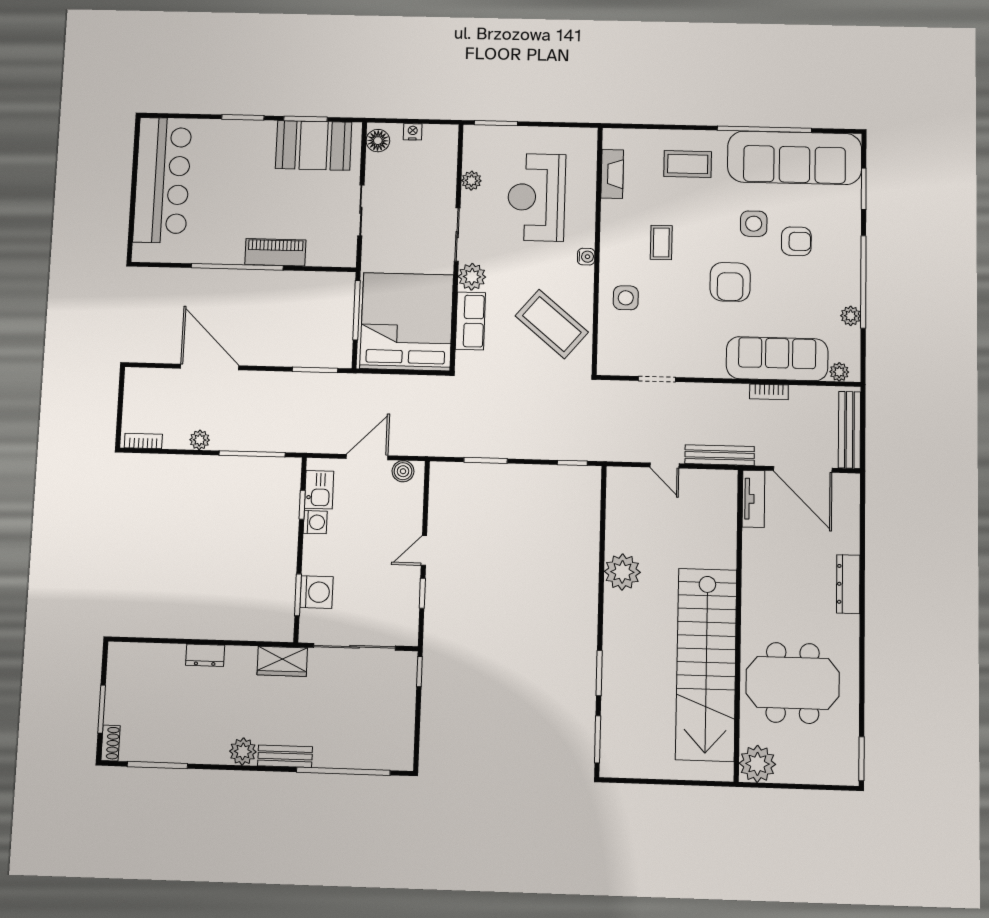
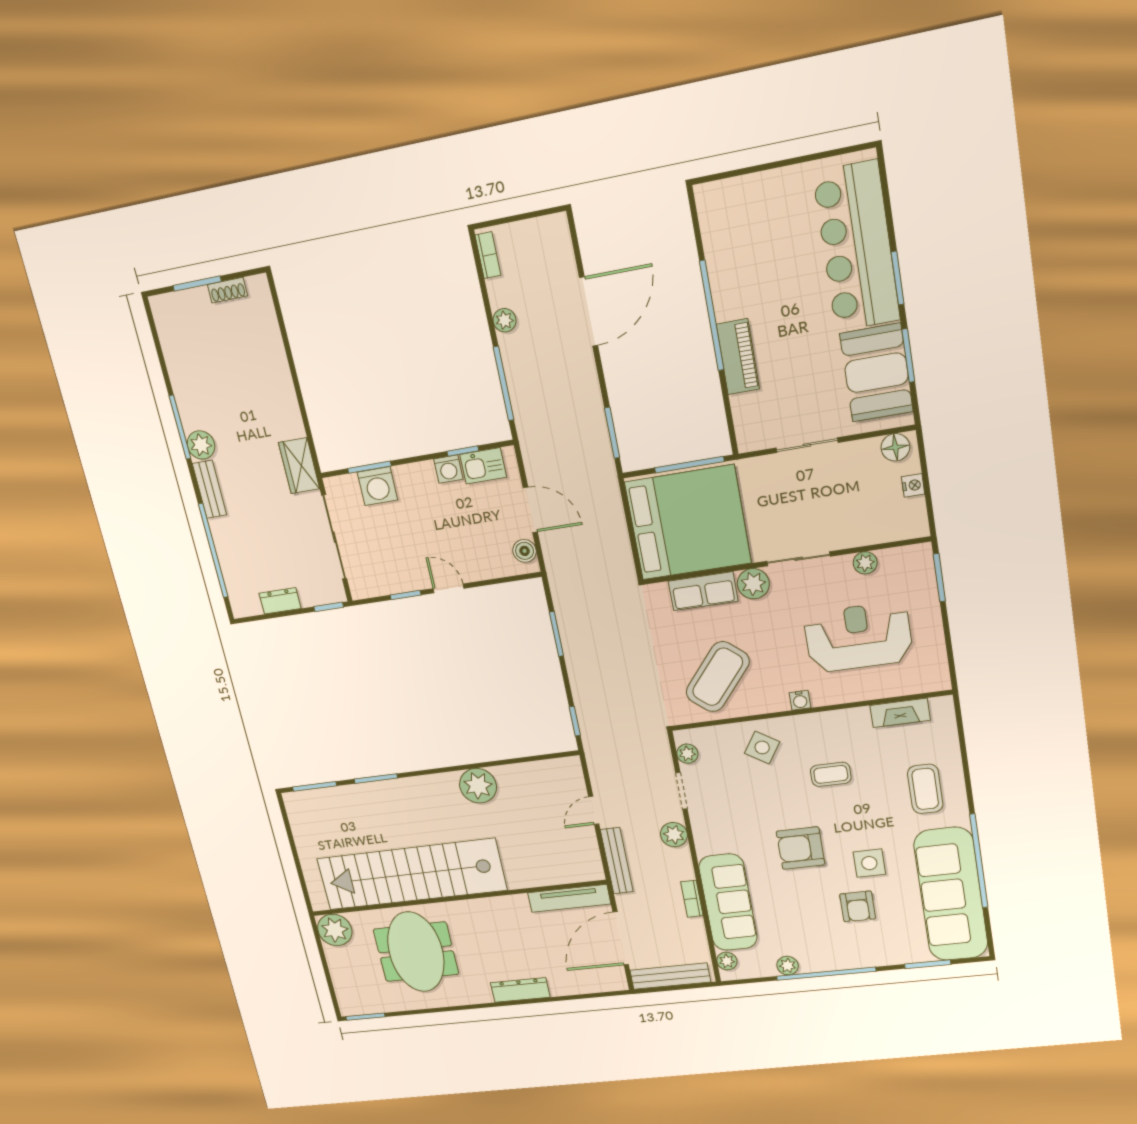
bar counter: (162, 180) -> (857, 247), moved, turned 90
side table: (626, 298) -> (762, 747), turned 33
plant: (621, 366) -> (687, 754), added
plant: (700, 395) -> (674, 835), added
tv unit: (753, 499) -> (569, 898), width x1.41
dresser: (205, 655) -> (280, 601), moved, turned 90
shoe rack: (111, 743) -> (228, 290), moved
window: (157, 765) -> (180, 427), moved

